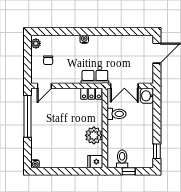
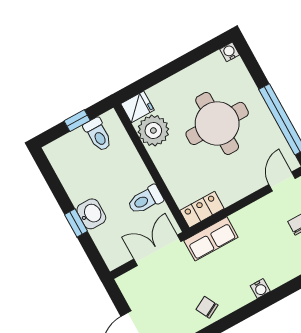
chair: (115, 44) -> (207, 307), added
washbasin: (147, 96) -> (91, 214), moved
round table: (61, 132) -> (217, 123), added
plant: (94, 135) -> (153, 131), moved
window: (157, 151) -> (76, 223), moved

